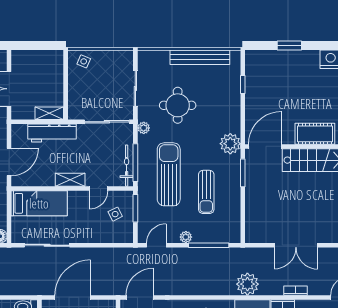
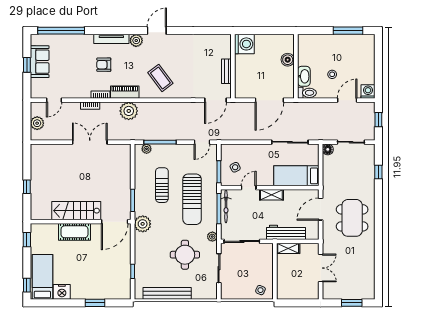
plant: (186, 237) -> (147, 149), moved

